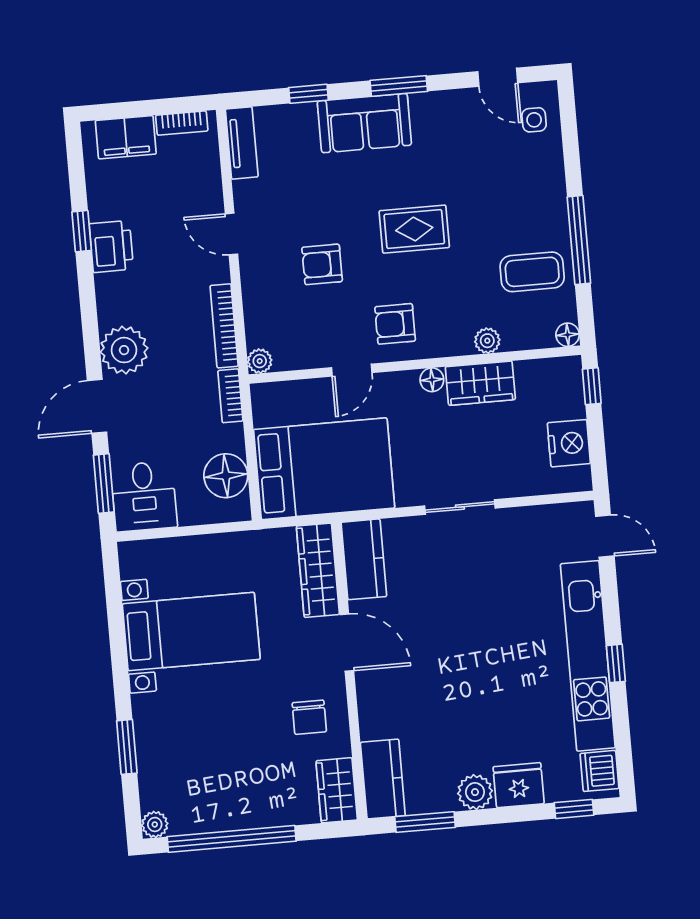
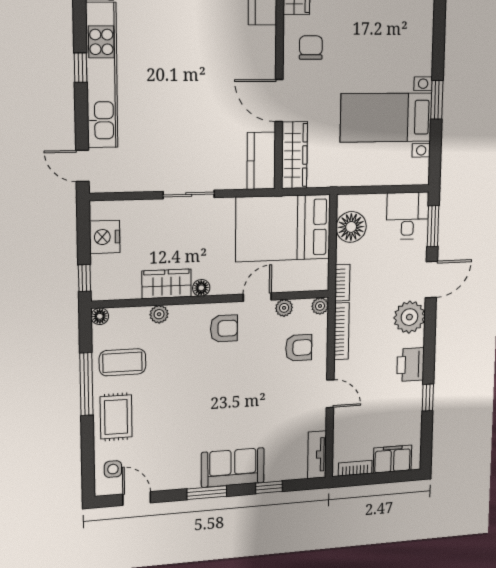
rug: (414, 229) -> (116, 417), moved, turned 90
printer: (111, 246) -> (411, 365), moved
armchair: (322, 264) -> (299, 348), moved
plant: (312, 356) -> (284, 308), added
window: (127, 747) -> (437, 100), moved

